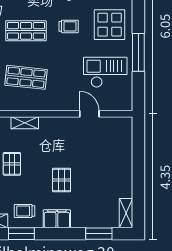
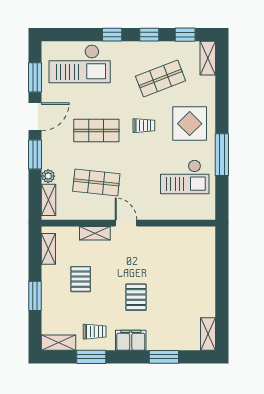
checkout: (105, 72) -> (185, 177), turned 180
door: (89, 114) -> (126, 223), moved
trolley: (25, 211) -> (95, 332), turned 180
window: (99, 234) -> (164, 357), moved

